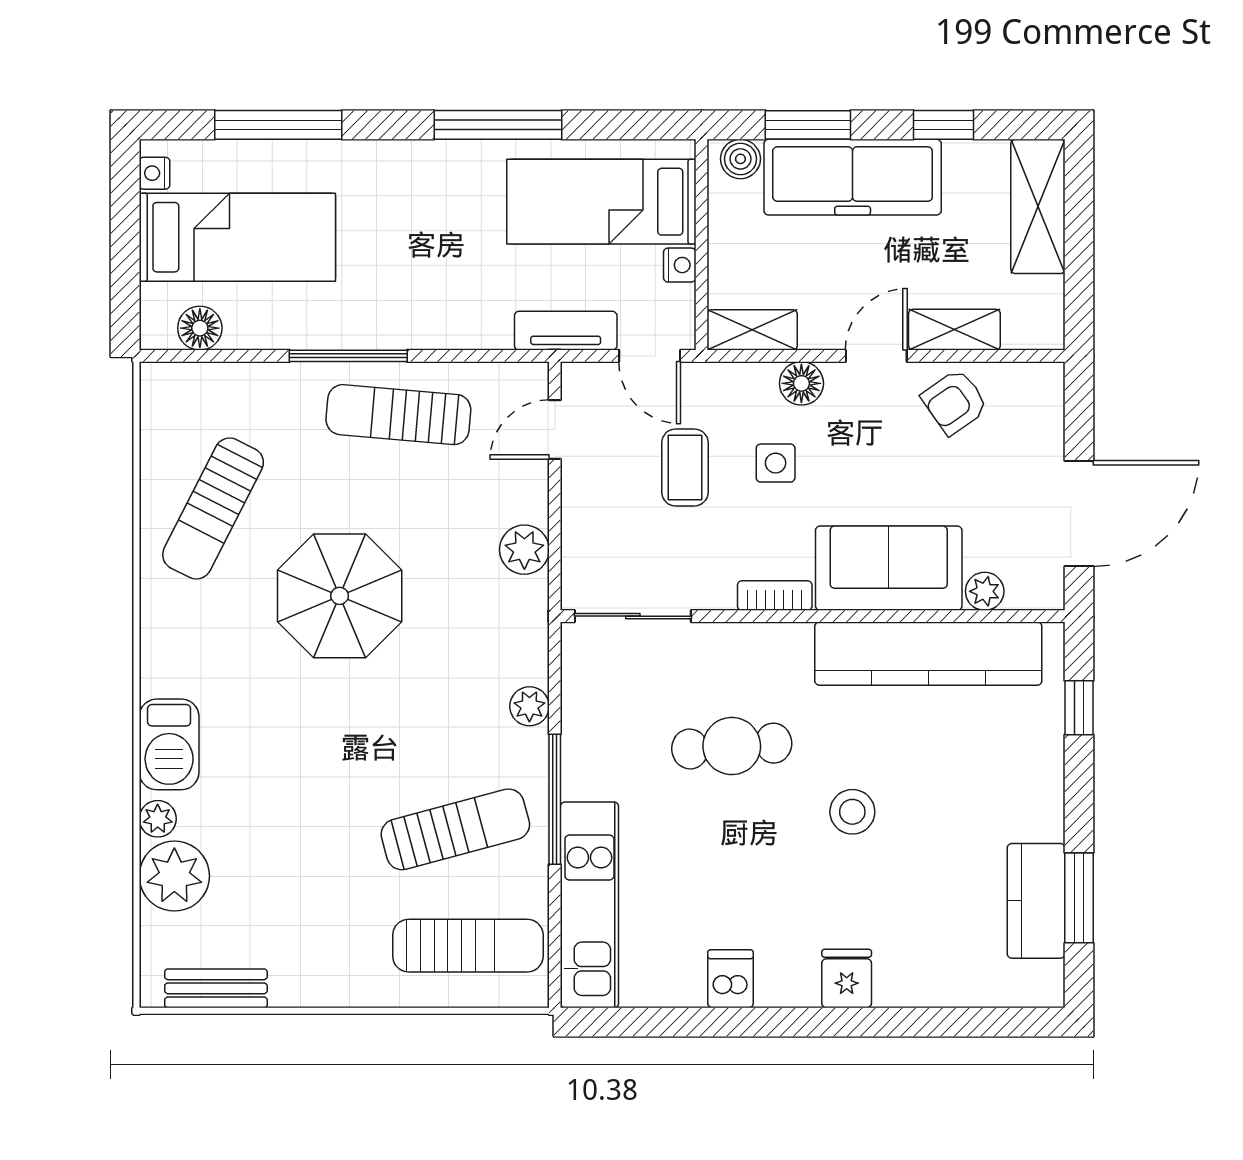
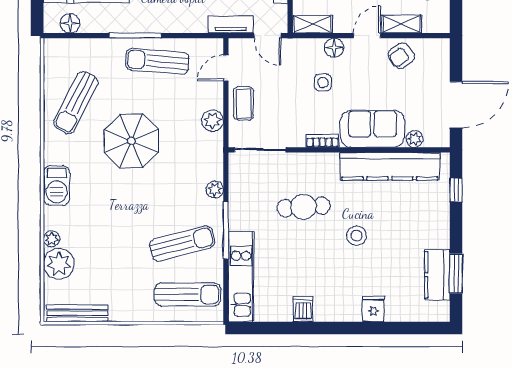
coffee table: (685, 467) -> (244, 103), moved
barbecue: (169, 744) -> (57, 186), moved
fridge: (847, 979) -> (373, 309), moved
bench: (216, 988) -> (77, 313), width x1.36

